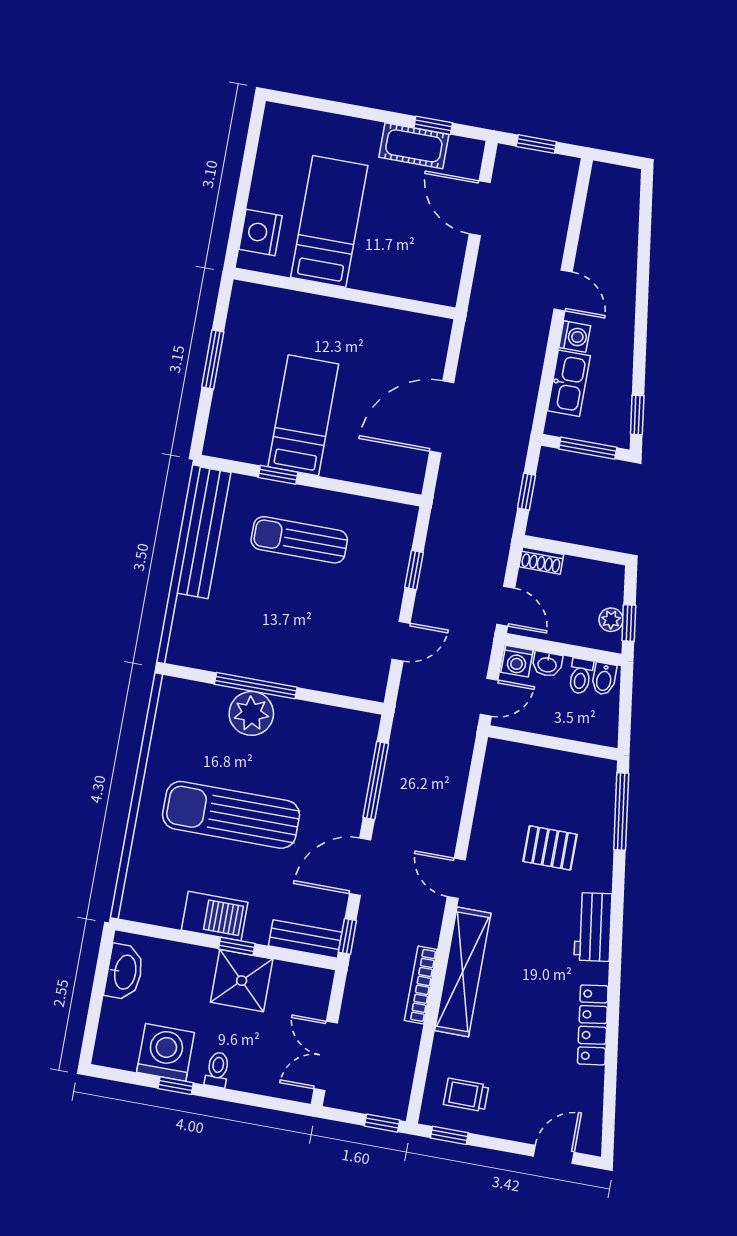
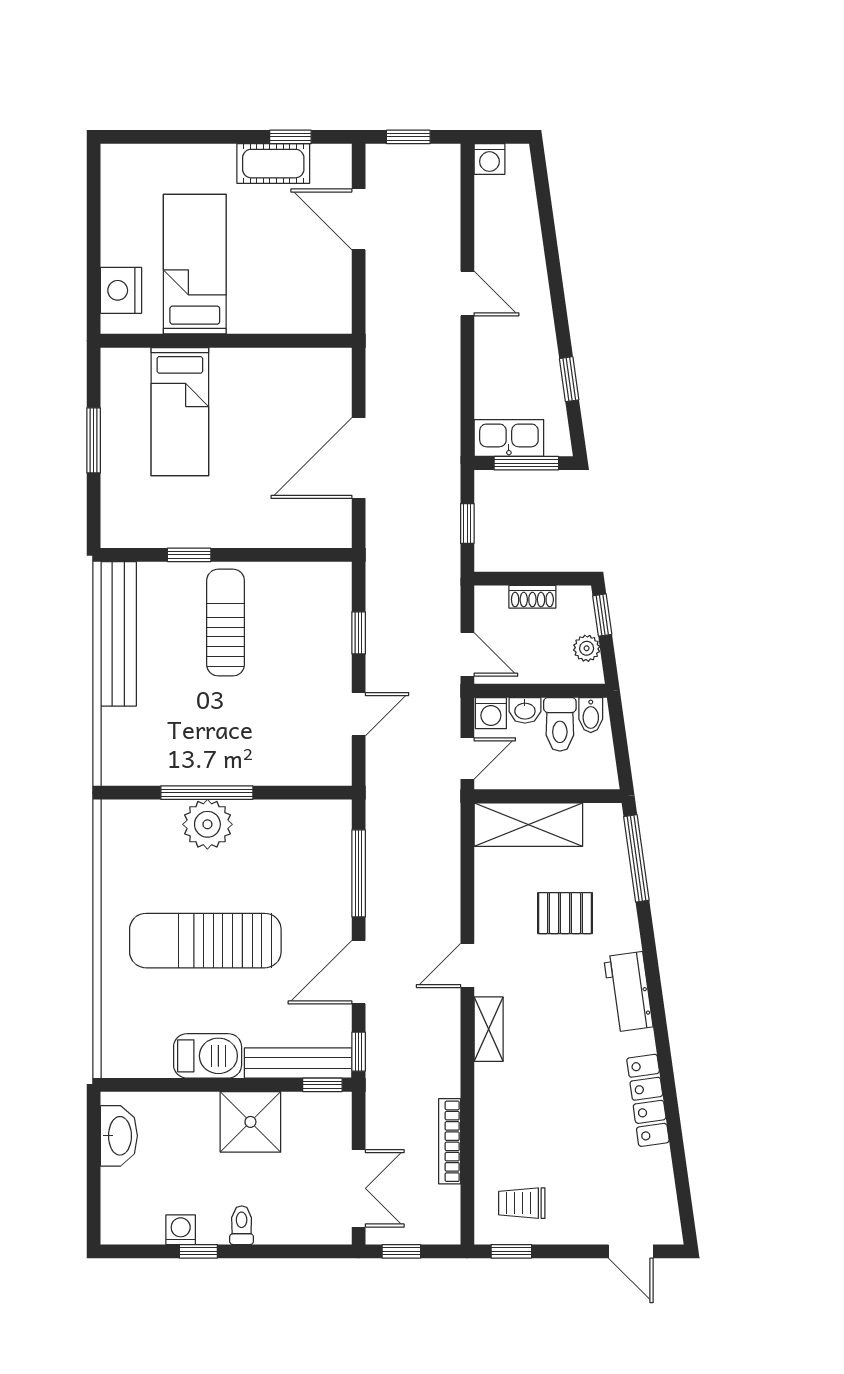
washing machine: (575, 337) -> (489, 159), moved, turned 90
kitchen sink: (569, 383) -> (509, 438), moved, turned -90
bed: (303, 415) -> (180, 412), moved, turned 180
window: (637, 415) -> (569, 379), moved
sun lounger: (299, 540) -> (226, 623), turned 90
shoe rack: (541, 561) -> (532, 597), moved
window: (629, 623) -> (602, 615), moved
toilet: (581, 676) -> (560, 724), width x1.37, depth x1.39
shelving: (532, 765) -> (528, 825), added
door: (456, 878) -> (467, 966), hinge flipped
bench: (305, 939) -> (298, 1063), width x1.36
window: (237, 946) -> (322, 1085), moved
shelving: (463, 972) -> (489, 1029), width x0.45, depth x0.75
bookcase: (421, 985) -> (450, 1141), moved
washing machine: (166, 1052) -> (181, 1230), width x0.53, depth x0.53
double door: (326, 1056) -> (359, 1188), swing flipped
window: (382, 1123) -> (401, 1251), moved
door: (554, 1154) -> (631, 1251), swing flipped

